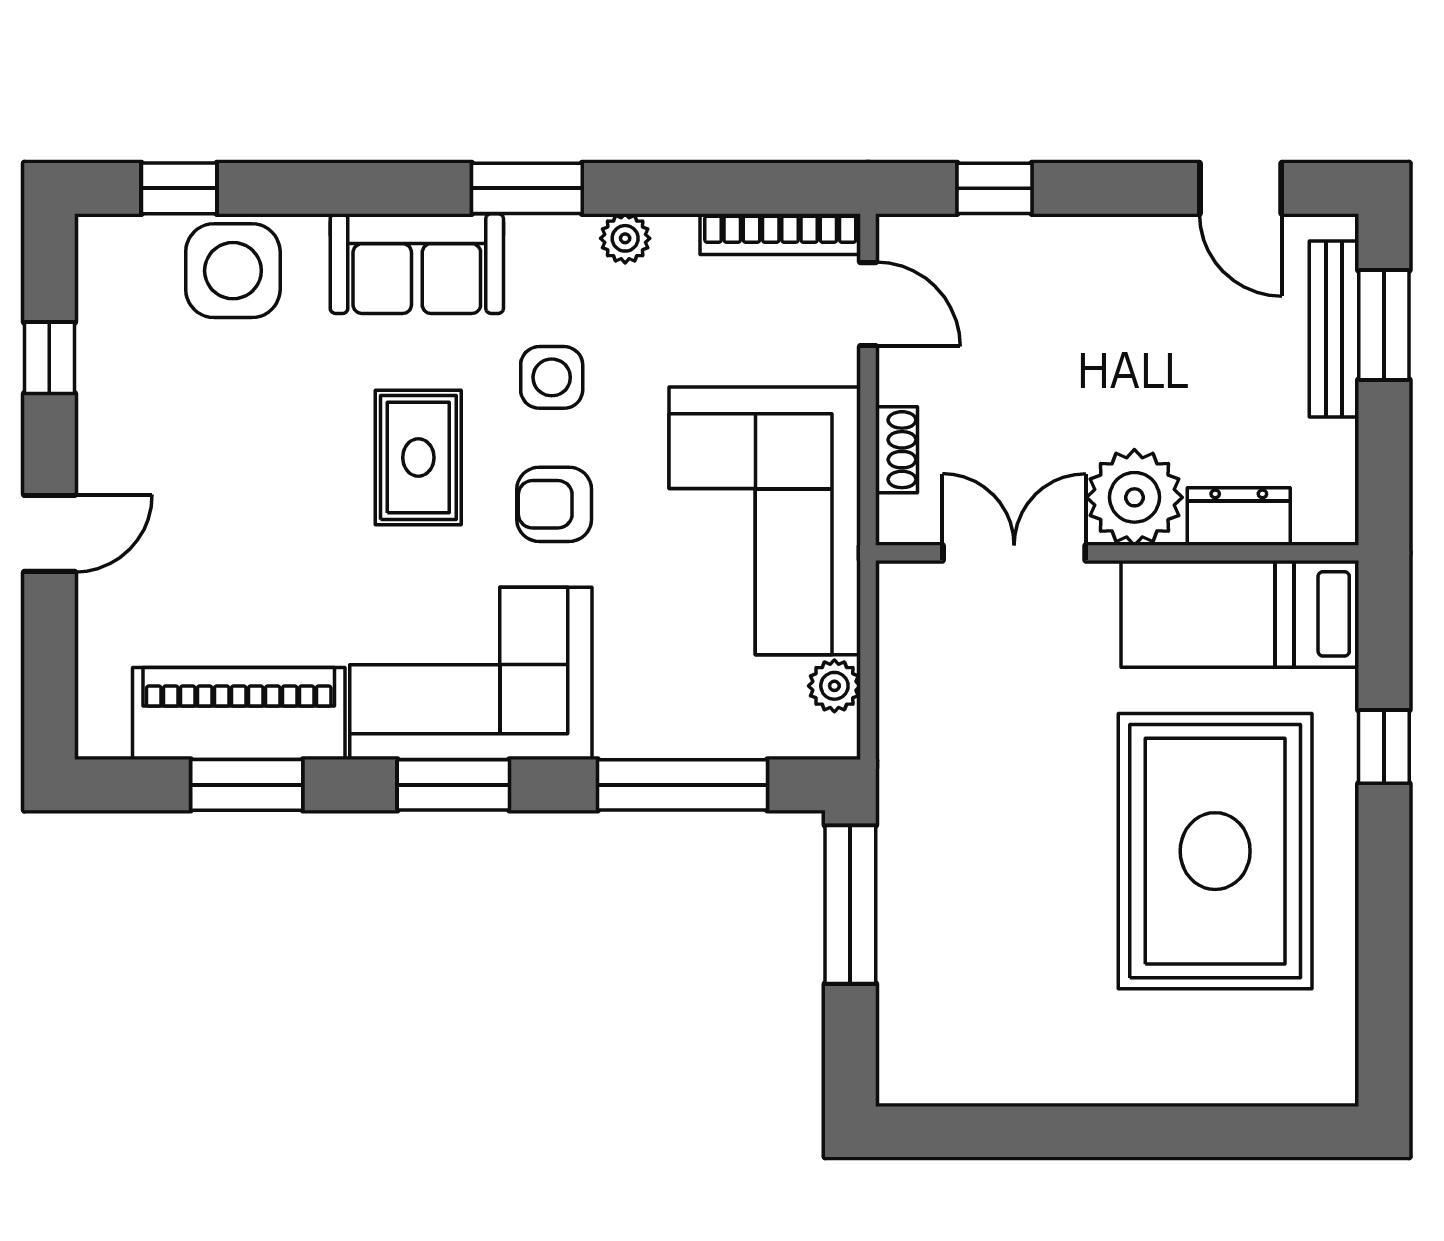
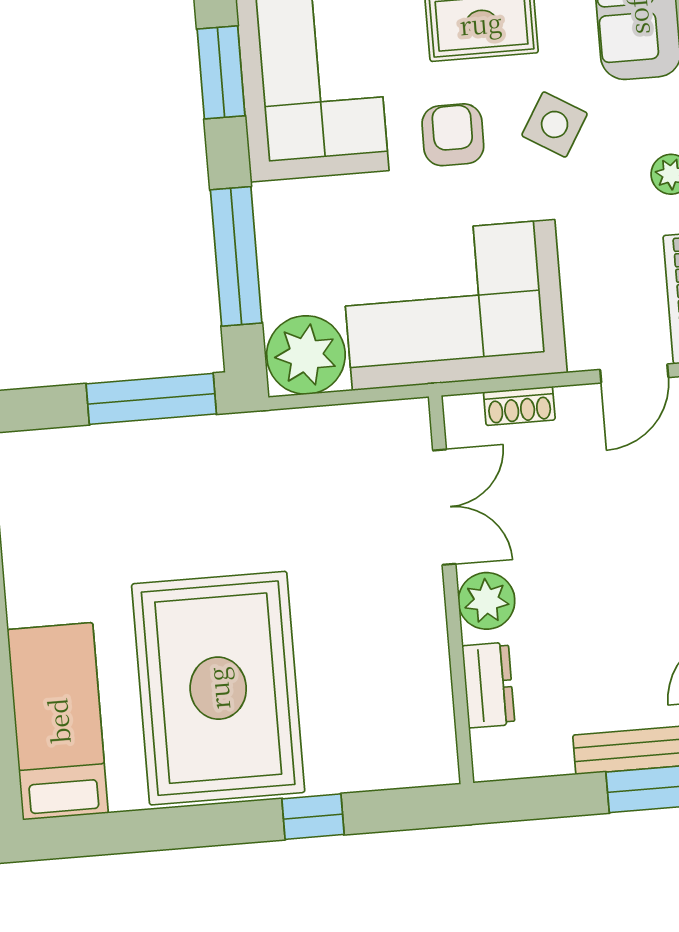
side table: (552, 377) -> (555, 124), turned 31
plant: (1134, 497) -> (486, 601), width x0.73, depth x0.73
bed: (1240, 614) -> (58, 721), moved
plant: (834, 686) -> (306, 355), width x1.88, depth x1.88
rug: (1215, 851) -> (218, 688), turned 90

